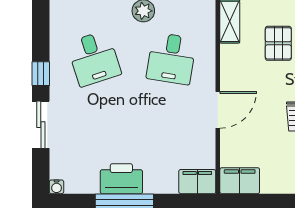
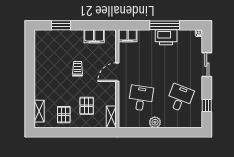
desk: (94, 58) -> (180, 98), turned 39
window: (41, 74) -> (207, 106), moved
filing cabinet: (240, 181) -> (94, 36), moved

